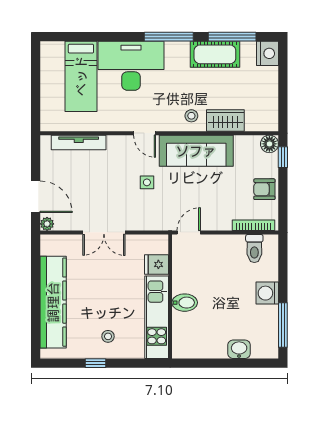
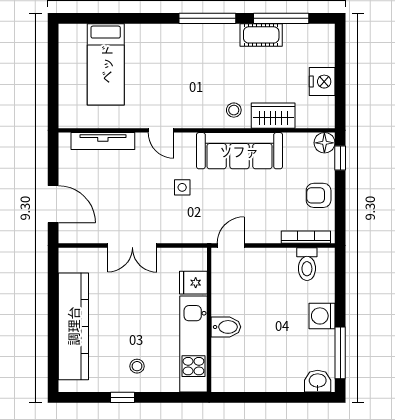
nightstand: (267, 53) -> (322, 82), moved
cot: (215, 54) -> (261, 35), width x0.73, depth x0.75
desk: (131, 66) -> (164, 52), removed
door: (145, 133) -> (161, 130), moved
plant: (47, 224) -> (66, 236), removed
washbasin: (239, 349) -> (318, 381), moved

